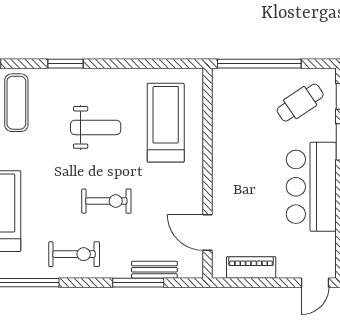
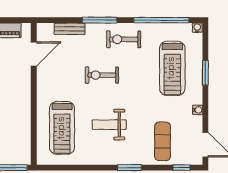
door: (208, 233) -> (34, 54), hinge flipped
window: (138, 283) -> (100, 20), moved

